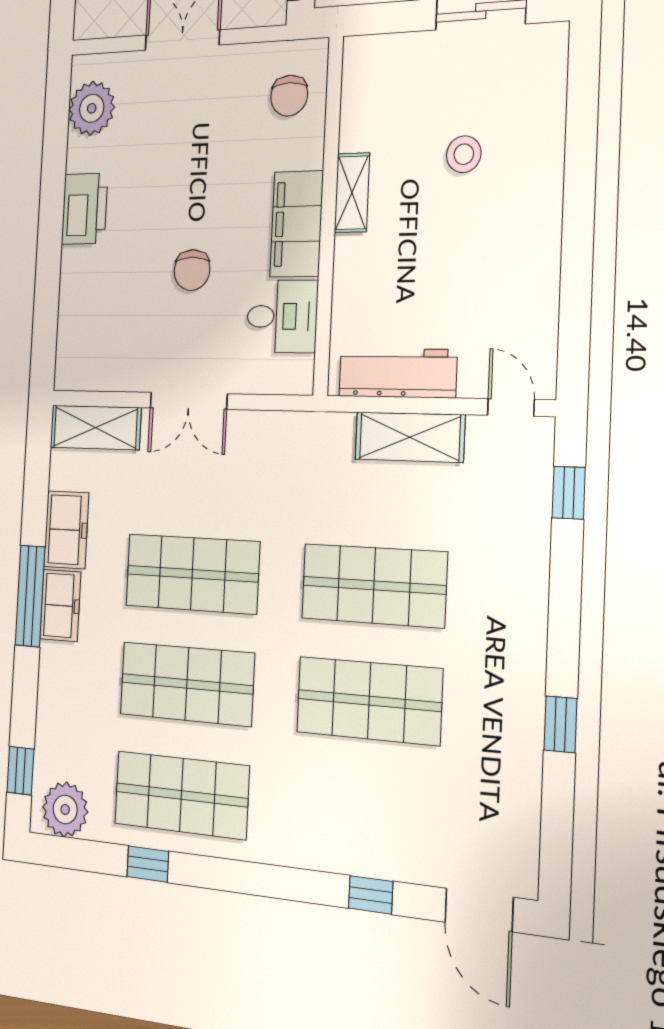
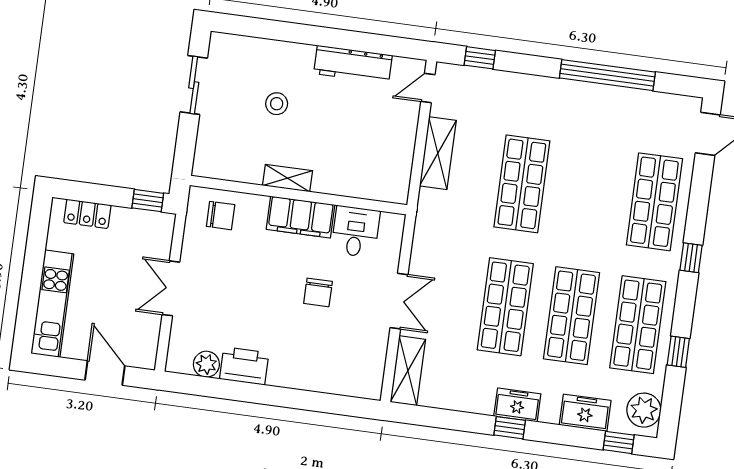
plant: (92, 108) -> (206, 364), width x0.73, depth x0.73
printer: (85, 209) -> (244, 366), moved
chair: (192, 270) -> (318, 292), turned 90
workbench: (398, 373) -> (353, 64), moved, turned -90
freezer: (66, 530) -> (585, 413), moved
window: (30, 596) -> (510, 428), width x0.46
shop shelf: (369, 701) -> (654, 202), moved
window: (560, 724) -> (607, 75), width x3.17
window: (371, 895) -> (691, 258), moved

